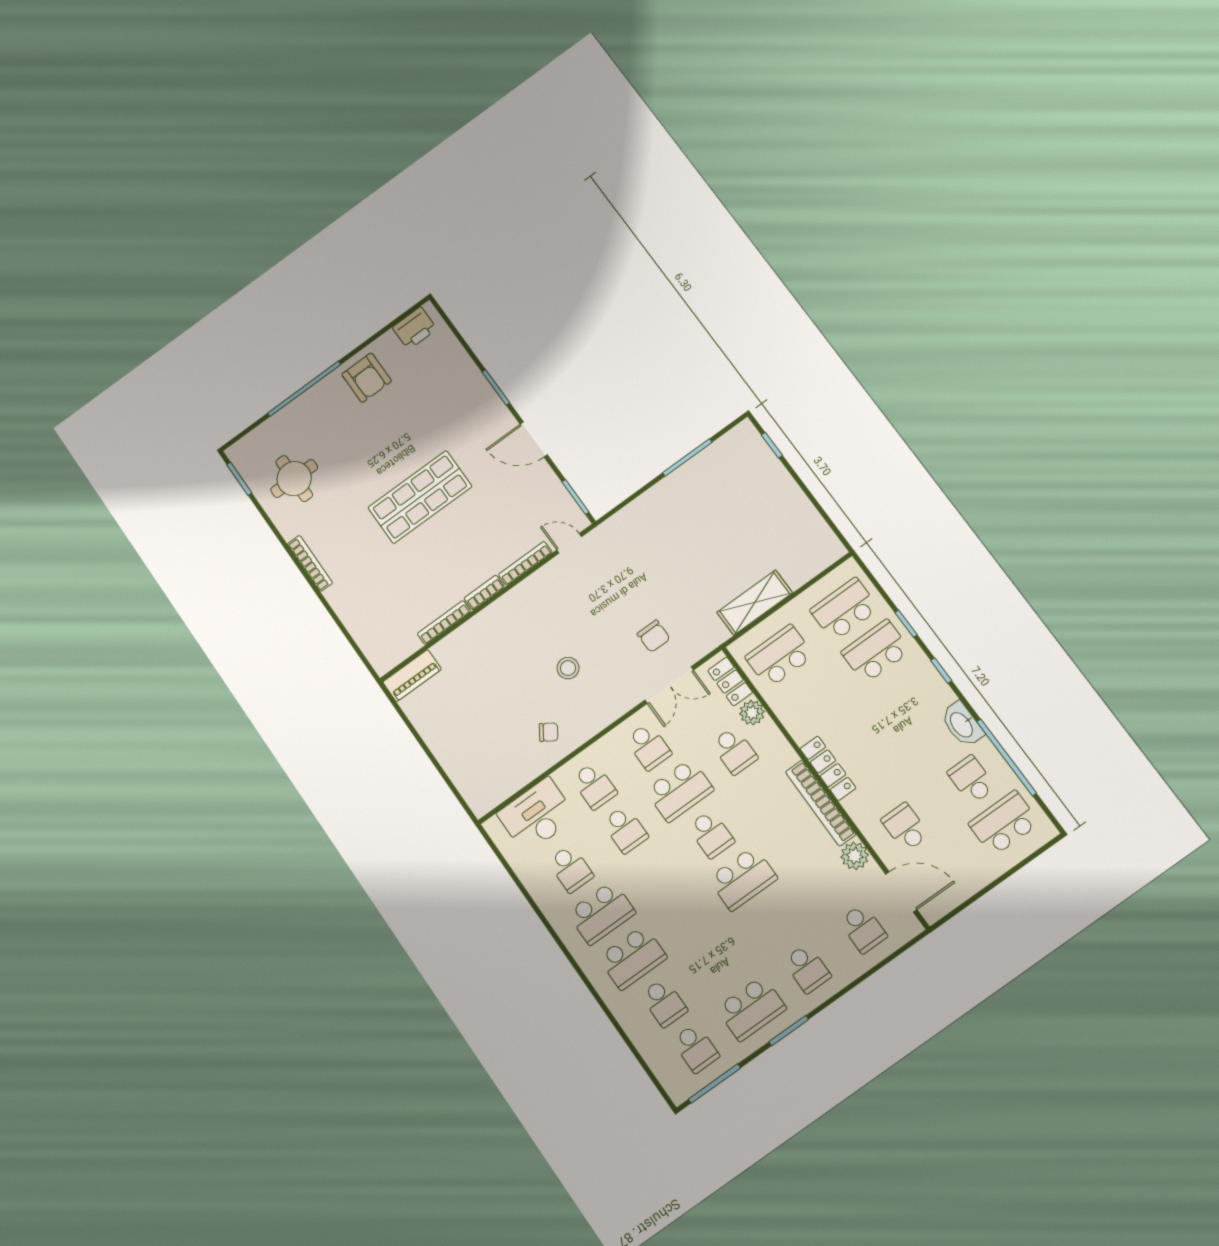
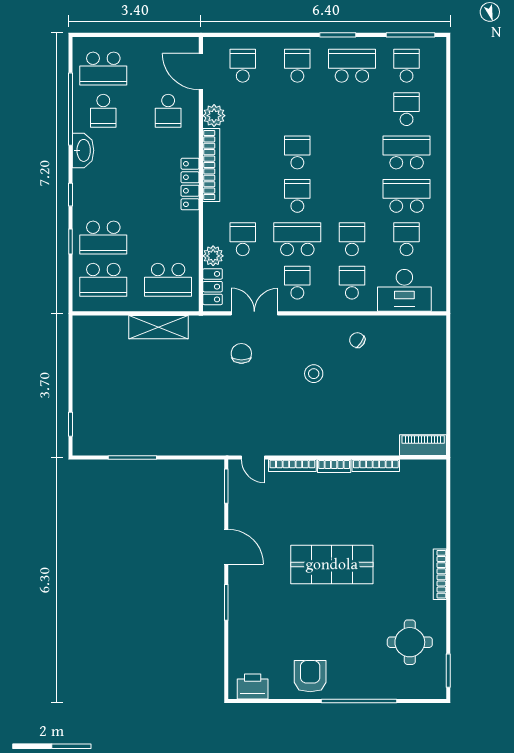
school desk: (743, 878) -> (297, 152), width x0.54

